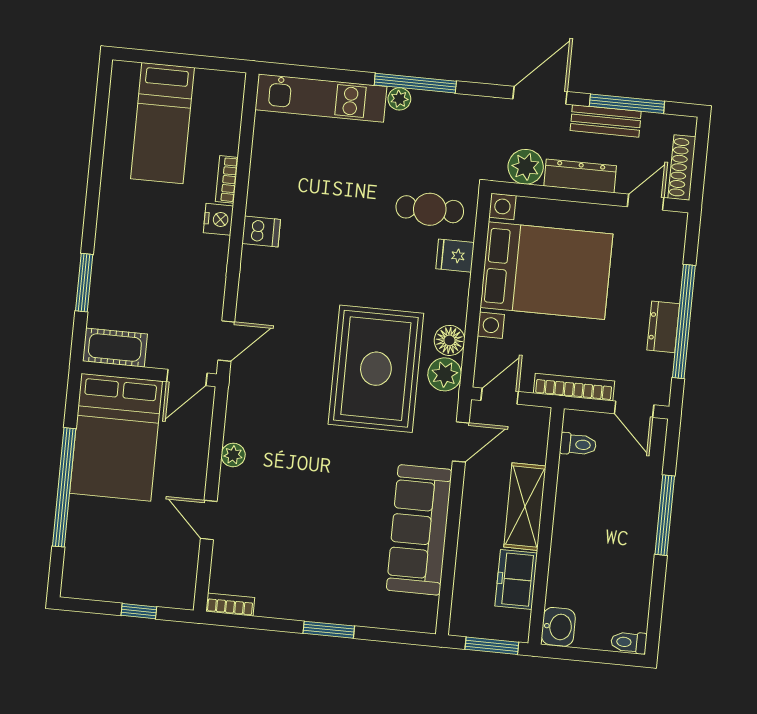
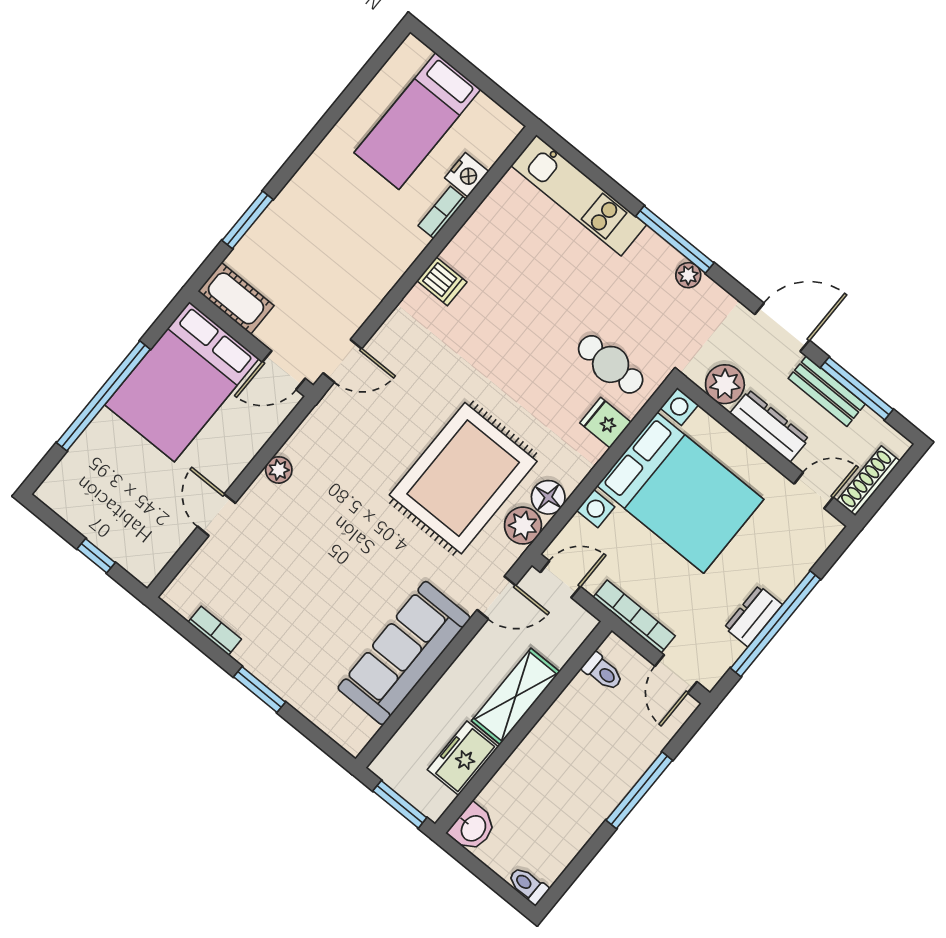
plant: (399, 99) -> (688, 275), moved
nightstand: (218, 219) -> (467, 175), moved
bookcase: (230, 605) -> (215, 631), moved

